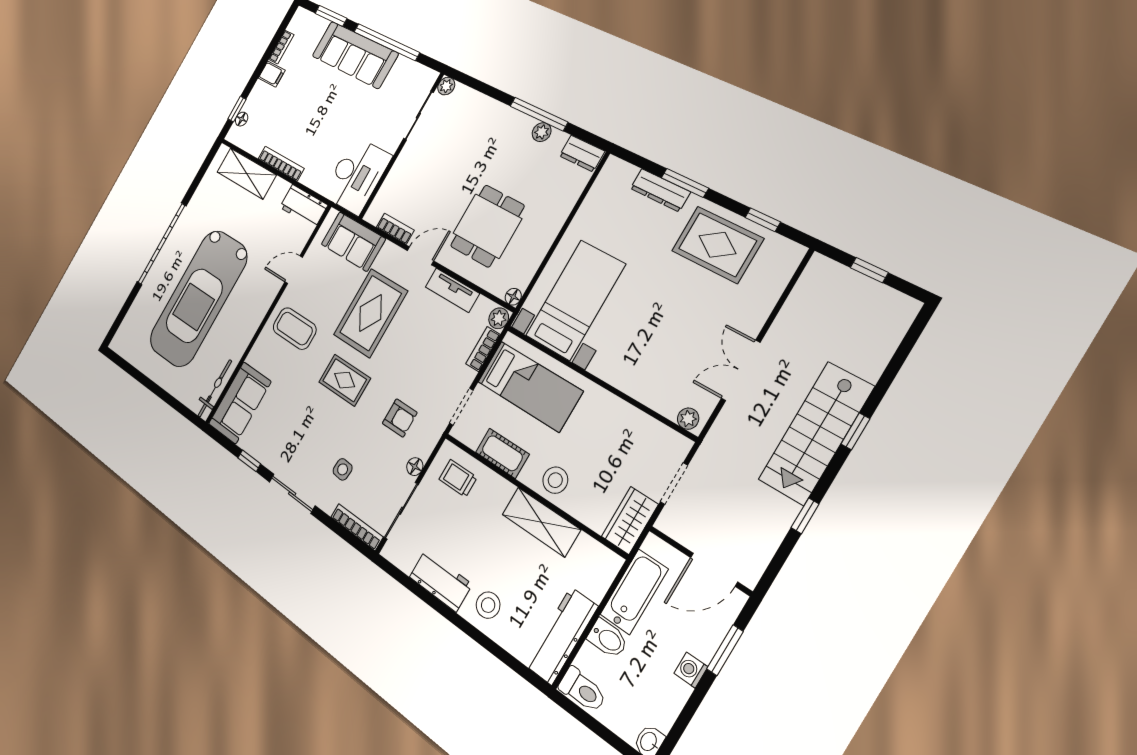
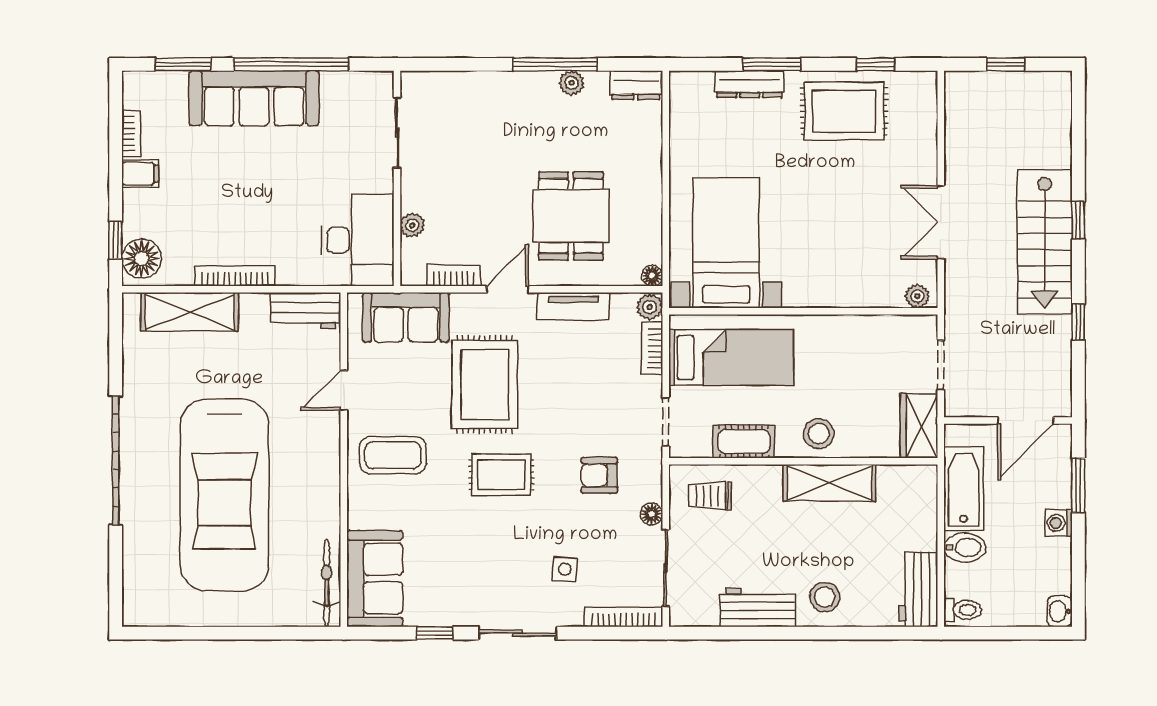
plant: (446, 86) -> (412, 225), moved
floor lamp: (242, 119) -> (142, 259), width x1.89, depth x1.89
armchair: (400, 418) -> (599, 475), turned 180
workbench: (561, 636) -> (918, 589), width x0.73
toilet: (582, 690) -> (963, 610), width x0.73, depth x0.72

